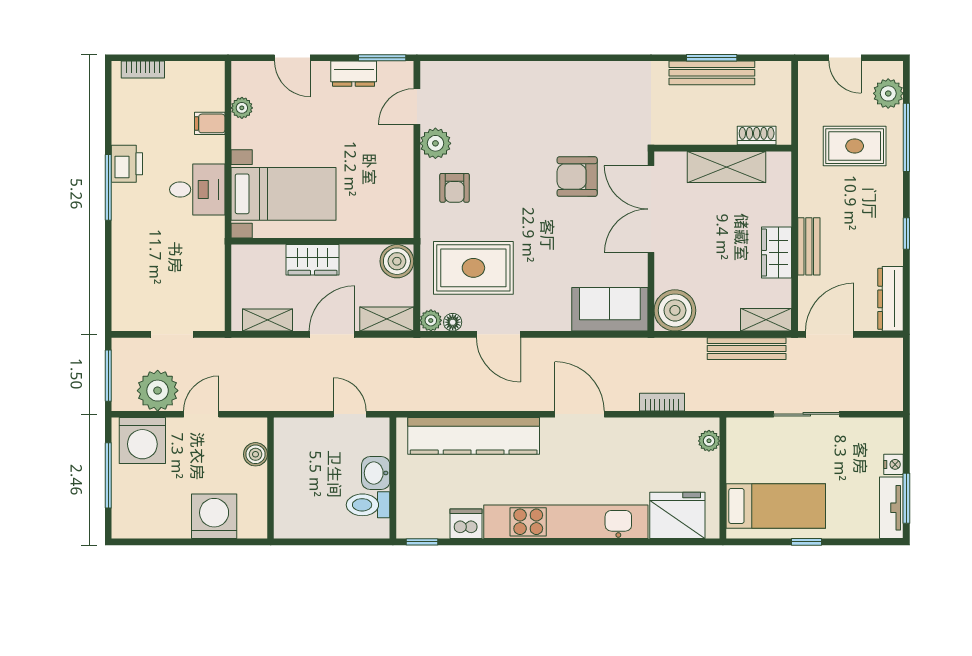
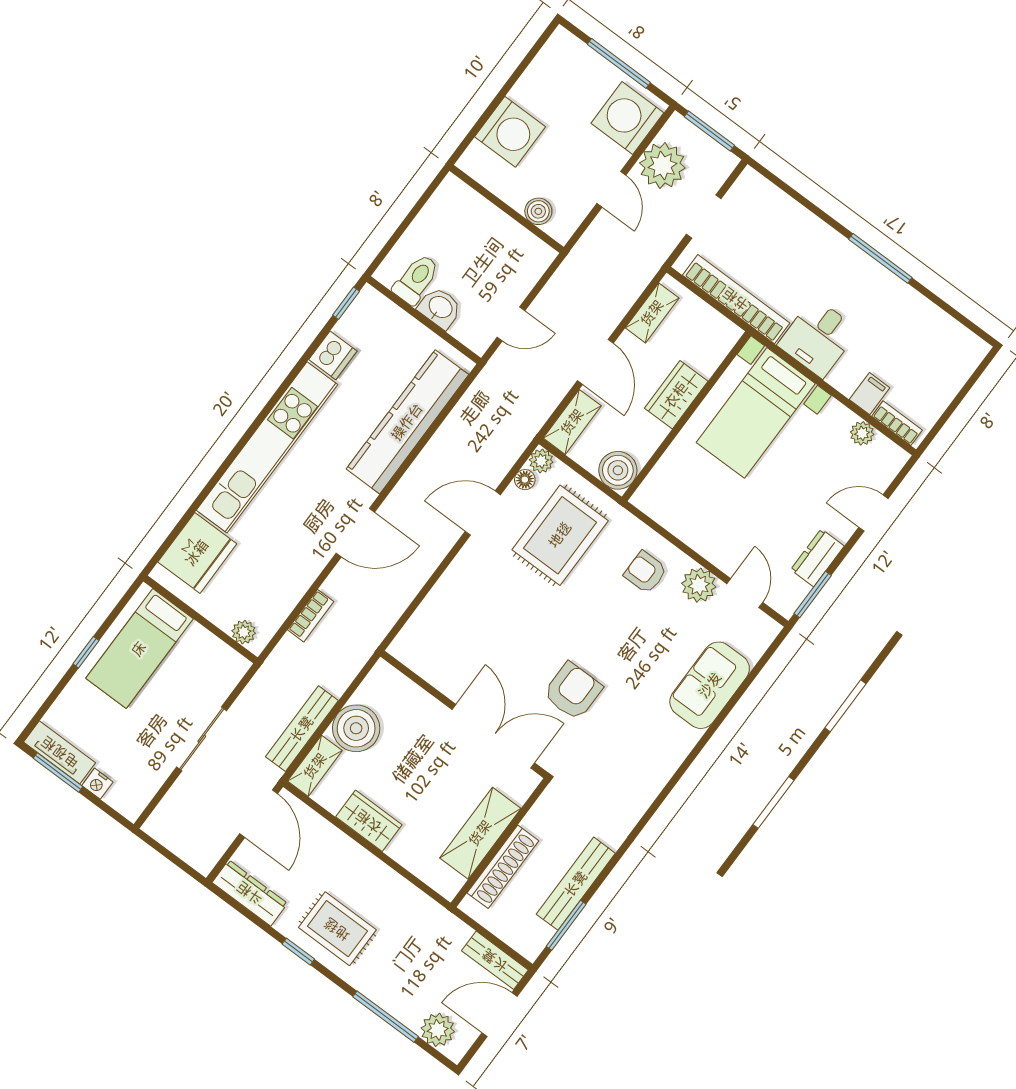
window: (712, 58) -> (566, 925), moved
door: (845, 58) -> (500, 1015), width x1.38
bookcase: (143, 70) -> (897, 423), moved, turned 90
shoe rack: (757, 136) -> (503, 867), width x1.94, depth x1.24
rug: (855, 146) -> (337, 929), moved, turned 90
printer: (127, 164) -> (889, 291), removed
bench: (809, 246) -> (495, 960), moved
bookcase: (213, 268) -> (736, 299), added
sofa: (610, 309) -> (710, 685), moved, turned 180
boiler: (675, 310) -> (356, 728), moved

